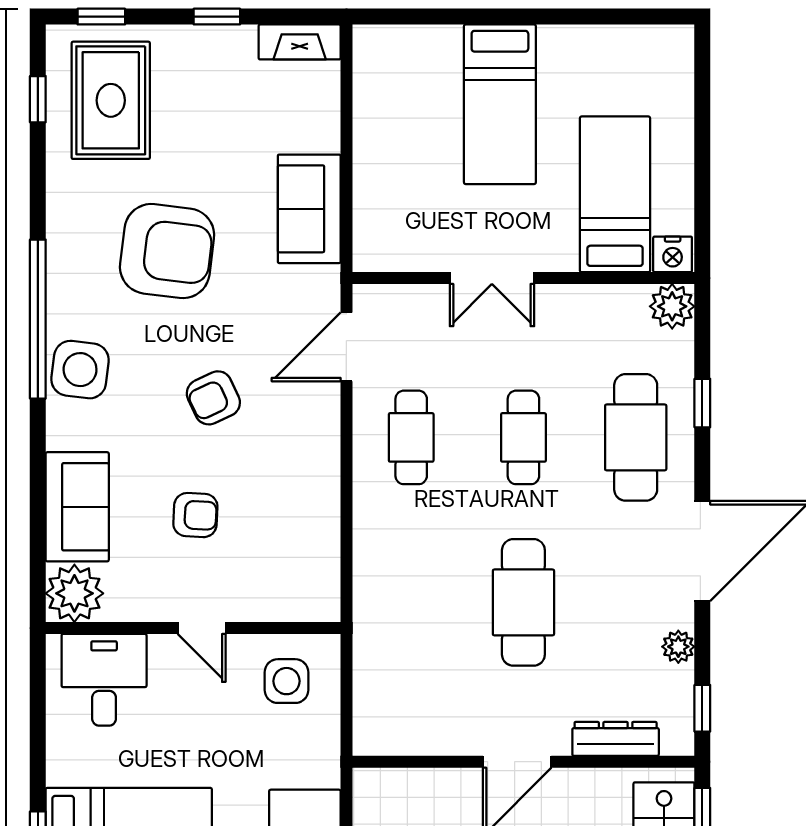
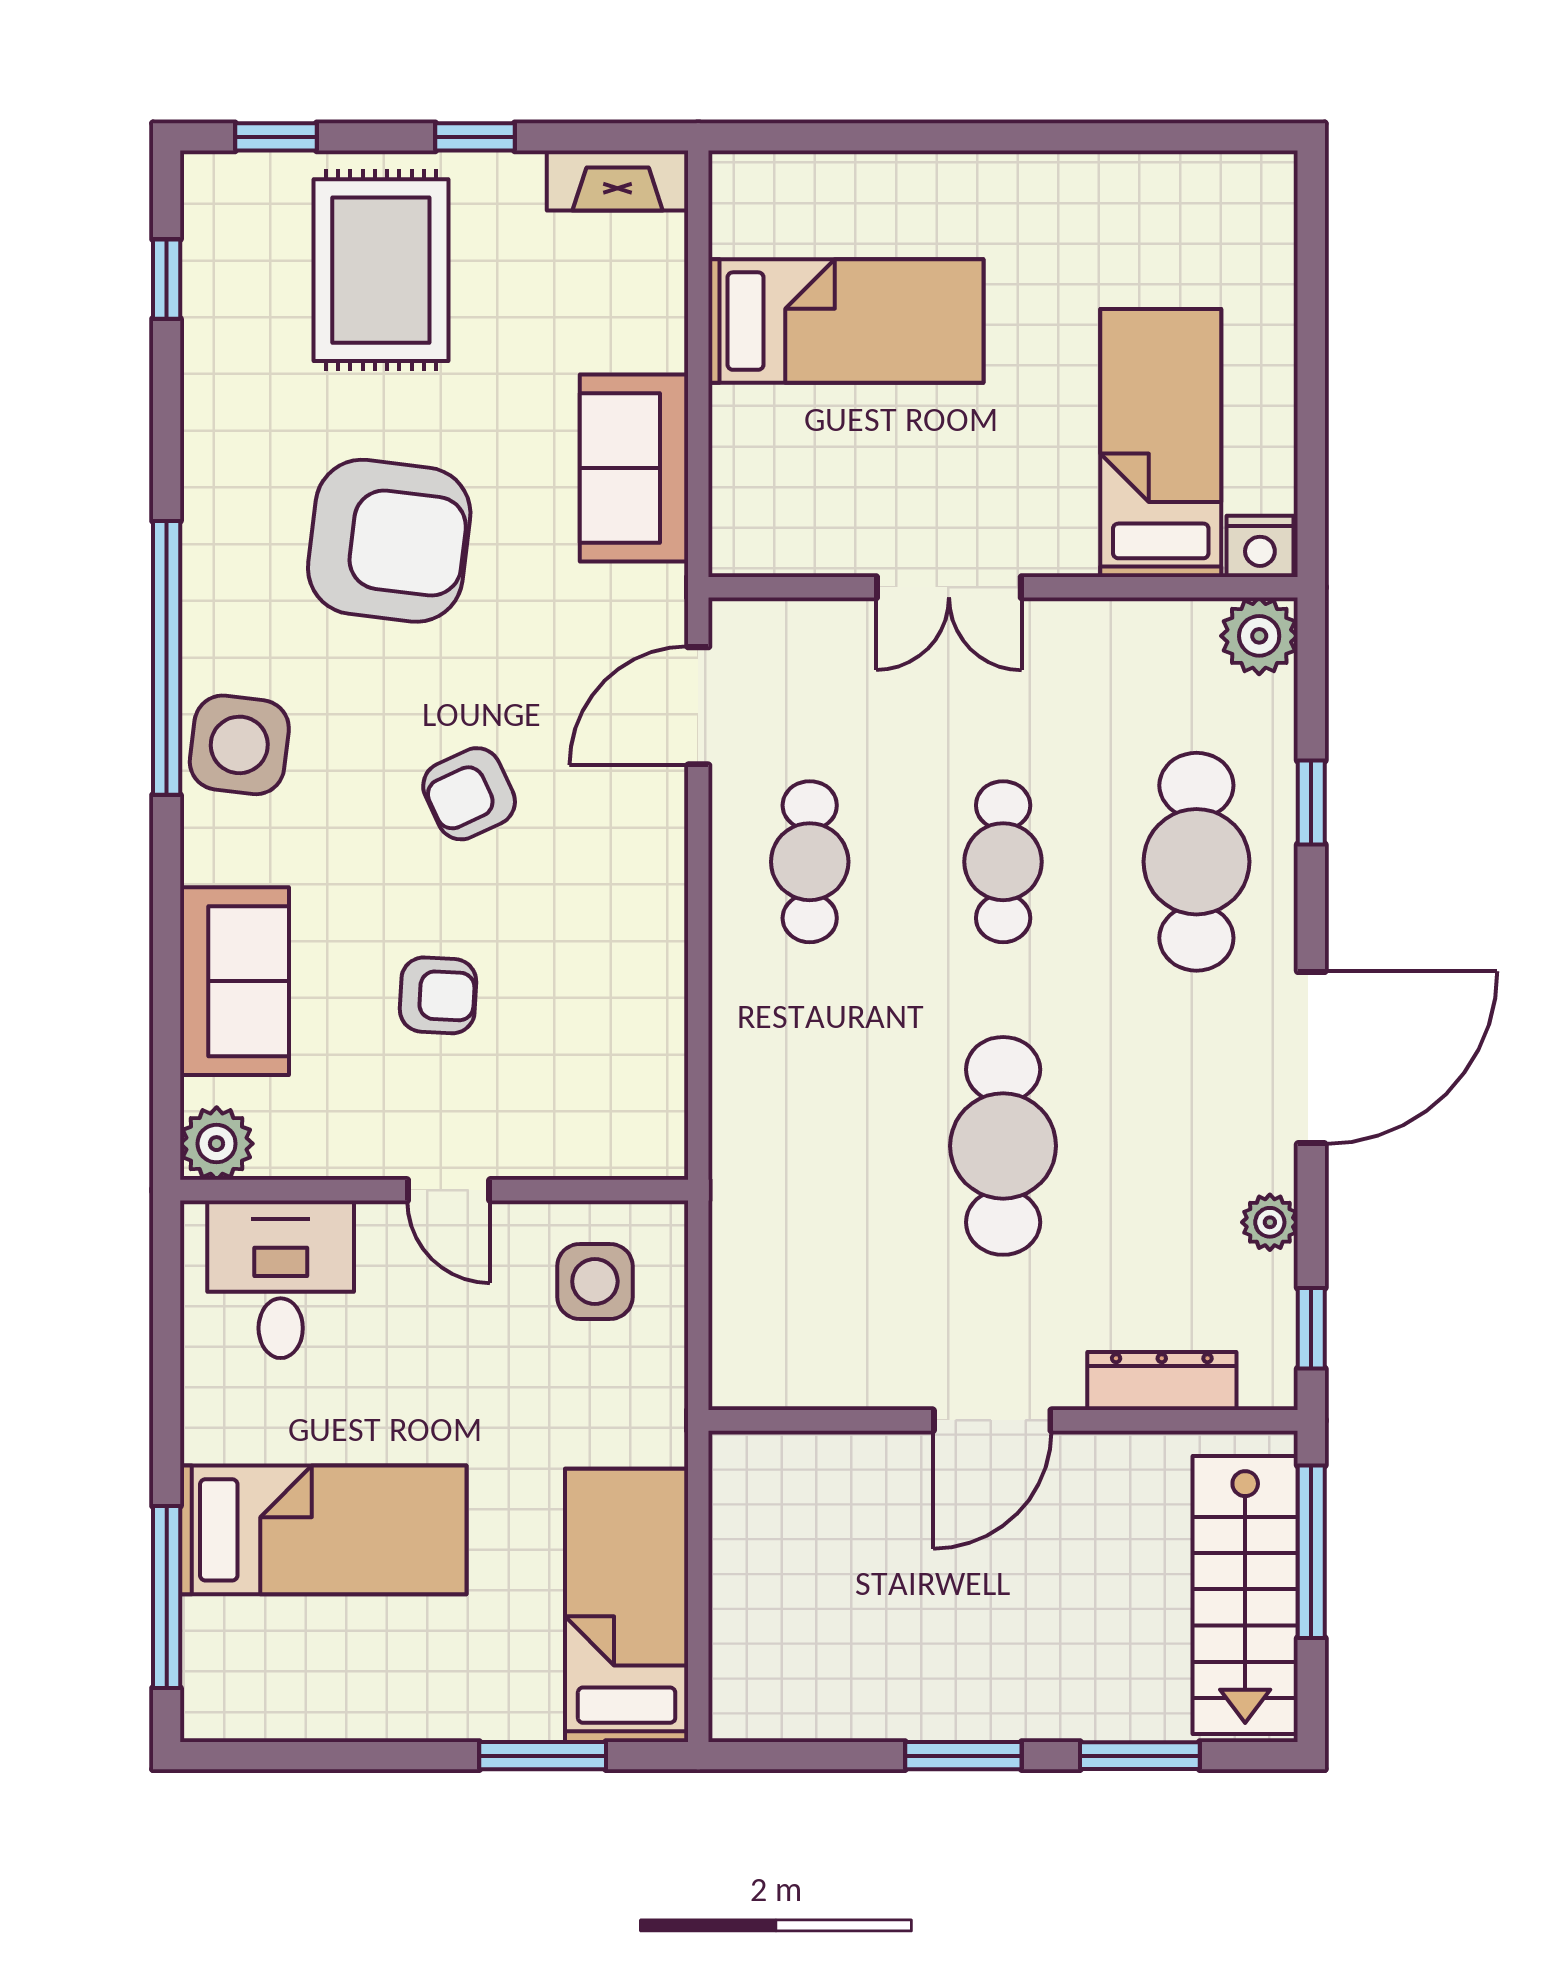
rug: (111, 100) -> (381, 270), moved
bed: (500, 104) -> (846, 321), moved, turned -90
plant: (74, 593) -> (217, 1144), width x0.73, depth x0.73

